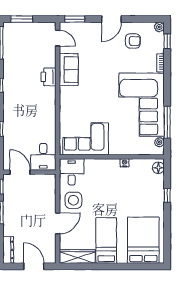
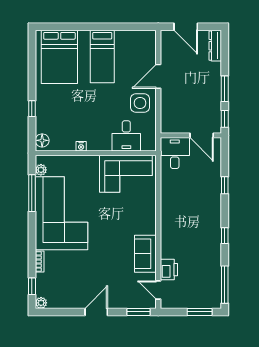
armchair: (133, 41) -> (71, 287), removed
printer: (48, 77) -> (169, 270), moved
desk: (72, 172) -> (126, 136), moved
wardrobe: (77, 257) -> (136, 38), removed

